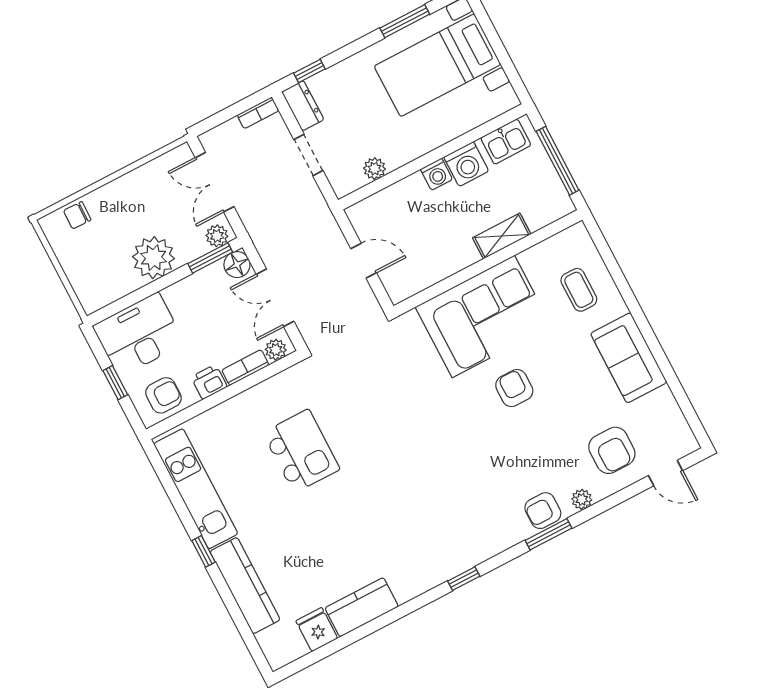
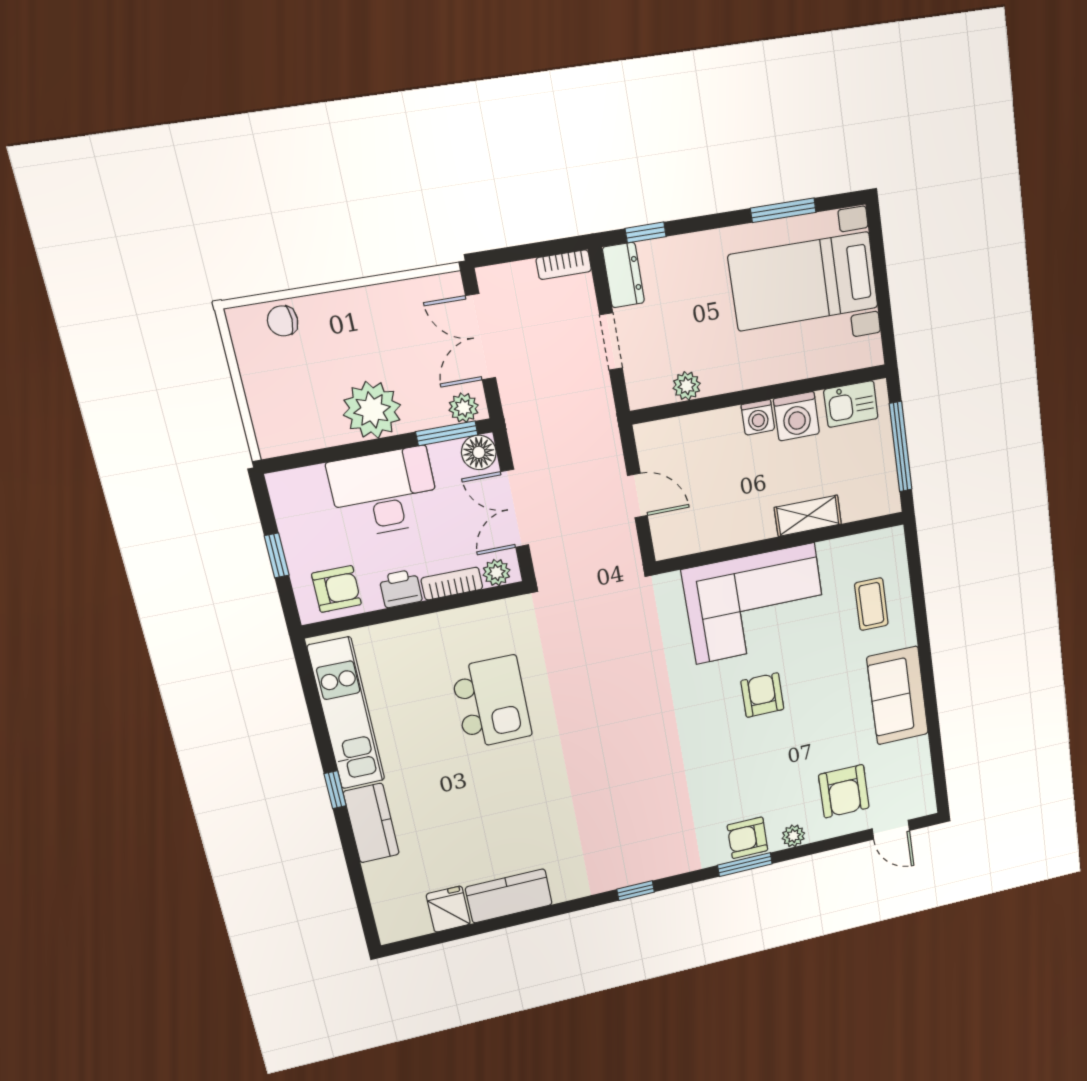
desk: (139, 335) -> (384, 492), moved
kitchen counter: (245, 586) -> (371, 823), width x0.67

